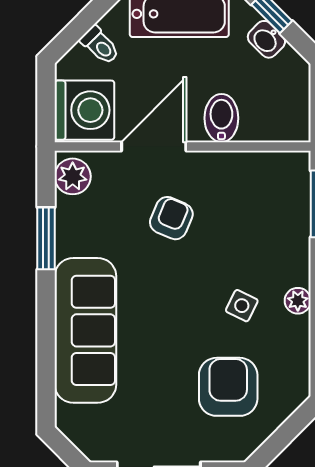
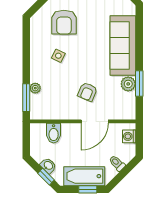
washing machine: (84, 110) -> (129, 136), width x0.53, depth x0.53
bidet: (221, 118) -> (54, 133), moved
plant: (73, 176) -> (128, 84), moved
plant: (298, 301) -> (35, 88), moved

